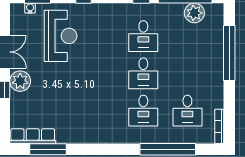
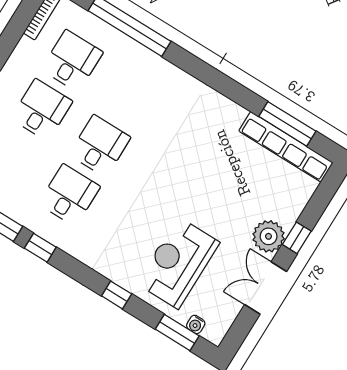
desk: (143, 111) -> (42, 110), moved
row of seats: (33, 136) -> (286, 147), width x1.36

